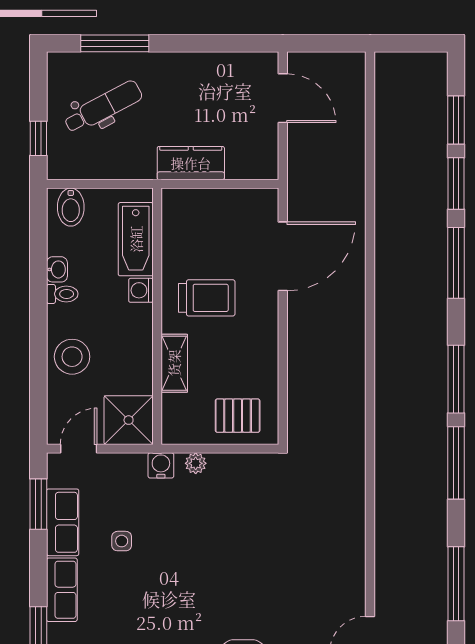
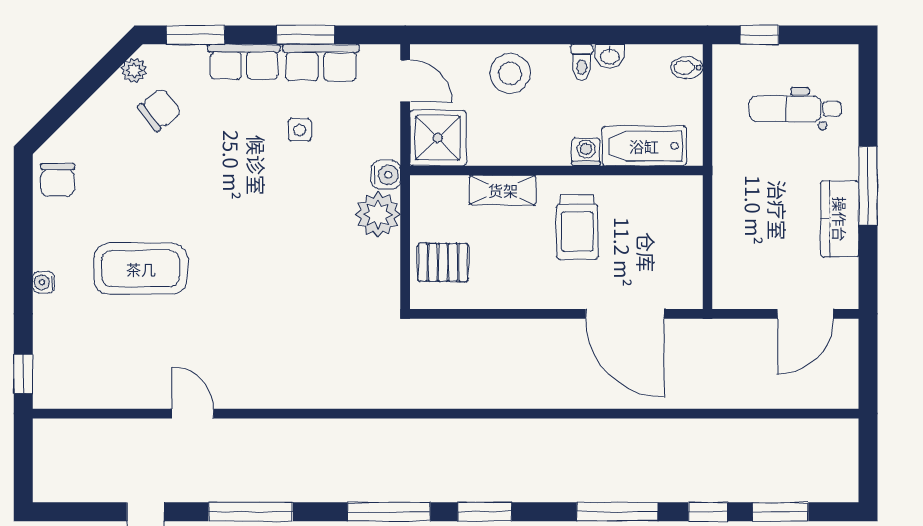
window: (115, 43) -> (868, 186), moved
dental chair: (103, 107) -> (795, 109), turned 118
kitchen counter: (191, 163) -> (840, 219), moved, turned 180
window: (456, 184) -> (708, 512), width x0.67
bidet: (71, 207) -> (687, 68), width x0.72, depth x0.74
window: (456, 379) -> (485, 512), width x0.69
pallet: (238, 416) -> (443, 262), turned 90
plant: (196, 463) -> (378, 214), width x1.88, depth x1.88
window: (38, 504) -> (306, 35), moved

